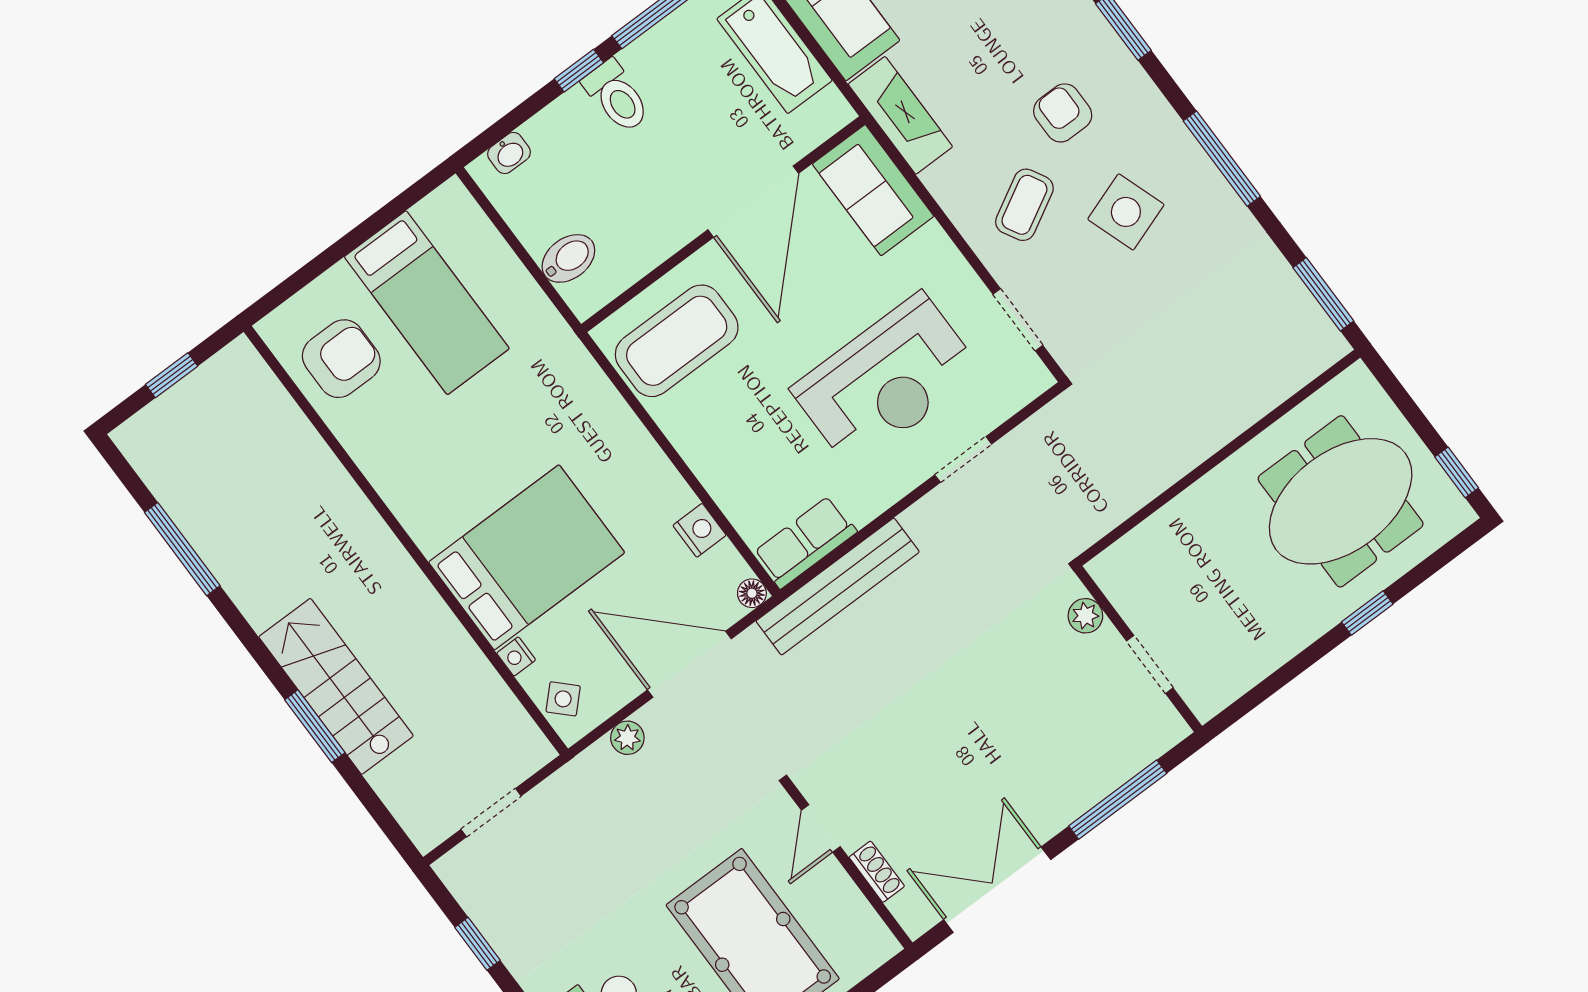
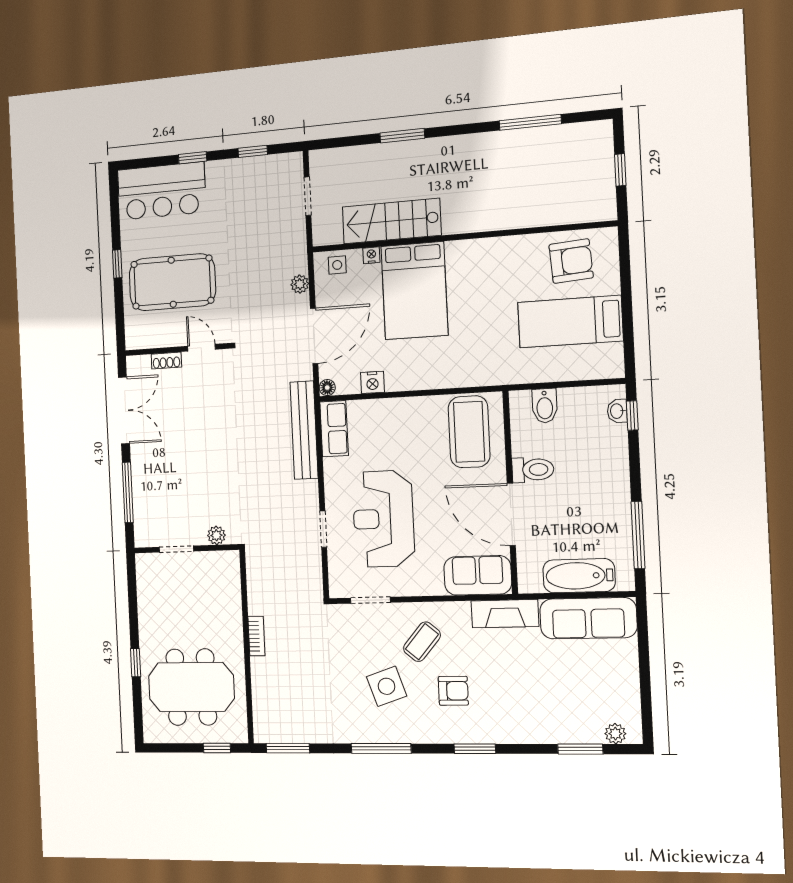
window: (579, 71) -> (632, 416), moved
toilet: (617, 96) -> (533, 470), moved, turned 180
coffee table: (1024, 205) -> (422, 642), turned 69
armchair: (341, 359) -> (571, 261), turned -94
bookcase: (1192, 453) -> (256, 636), added
window: (1457, 472) -> (217, 748), moved
meeting table: (1341, 501) -> (191, 687), turned 90
stairs: (336, 686) -> (391, 221), moved, turned 180
side table: (563, 699) -> (337, 265), turned 45

